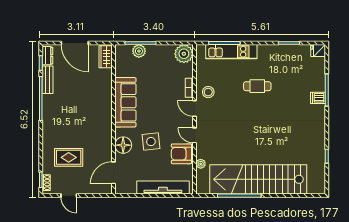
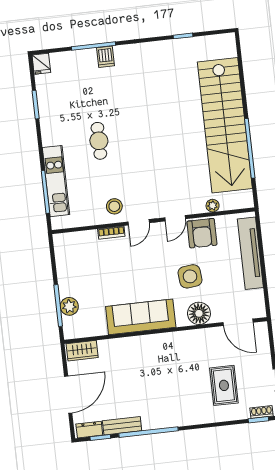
plant: (184, 54) -> (66, 245), removed

